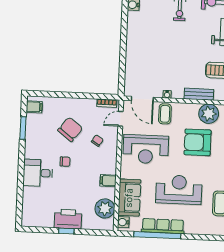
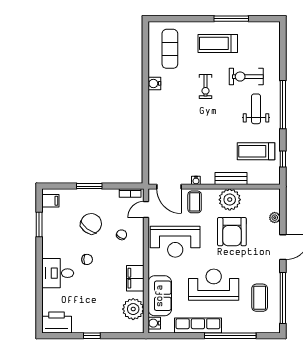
window: (70, 95) -> (89, 186), added
plant: (209, 114) -> (230, 200), moved
armchair: (198, 142) -> (232, 232), turned -90
filing cabinet: (108, 181) -> (135, 278), width x2.00
printer: (68, 219) -> (57, 322), moved
window: (157, 235) -> (230, 336), moved

